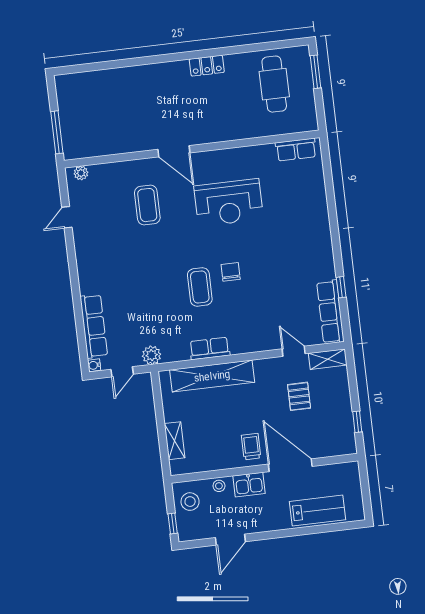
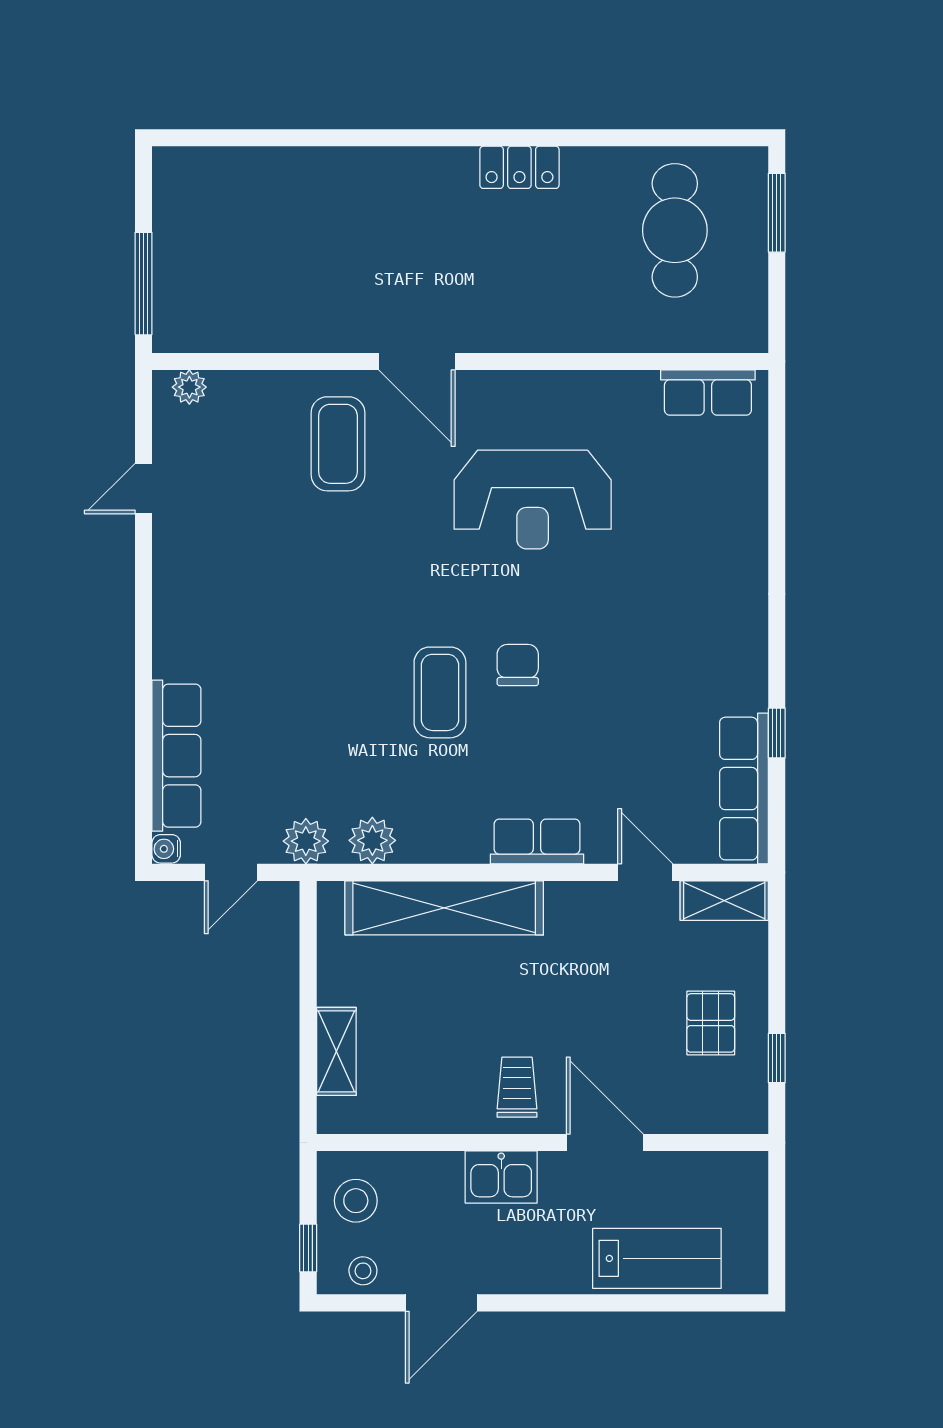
coffee table: (147, 205) -> (338, 444), moved
row of seats: (210, 348) -> (537, 842), moved
plant: (179, 352) -> (372, 840), added
pallet: (299, 396) -> (711, 1023), moved
door: (290, 465) -> (605, 1143), width x0.73
stool: (219, 486) -> (363, 1271), moved

